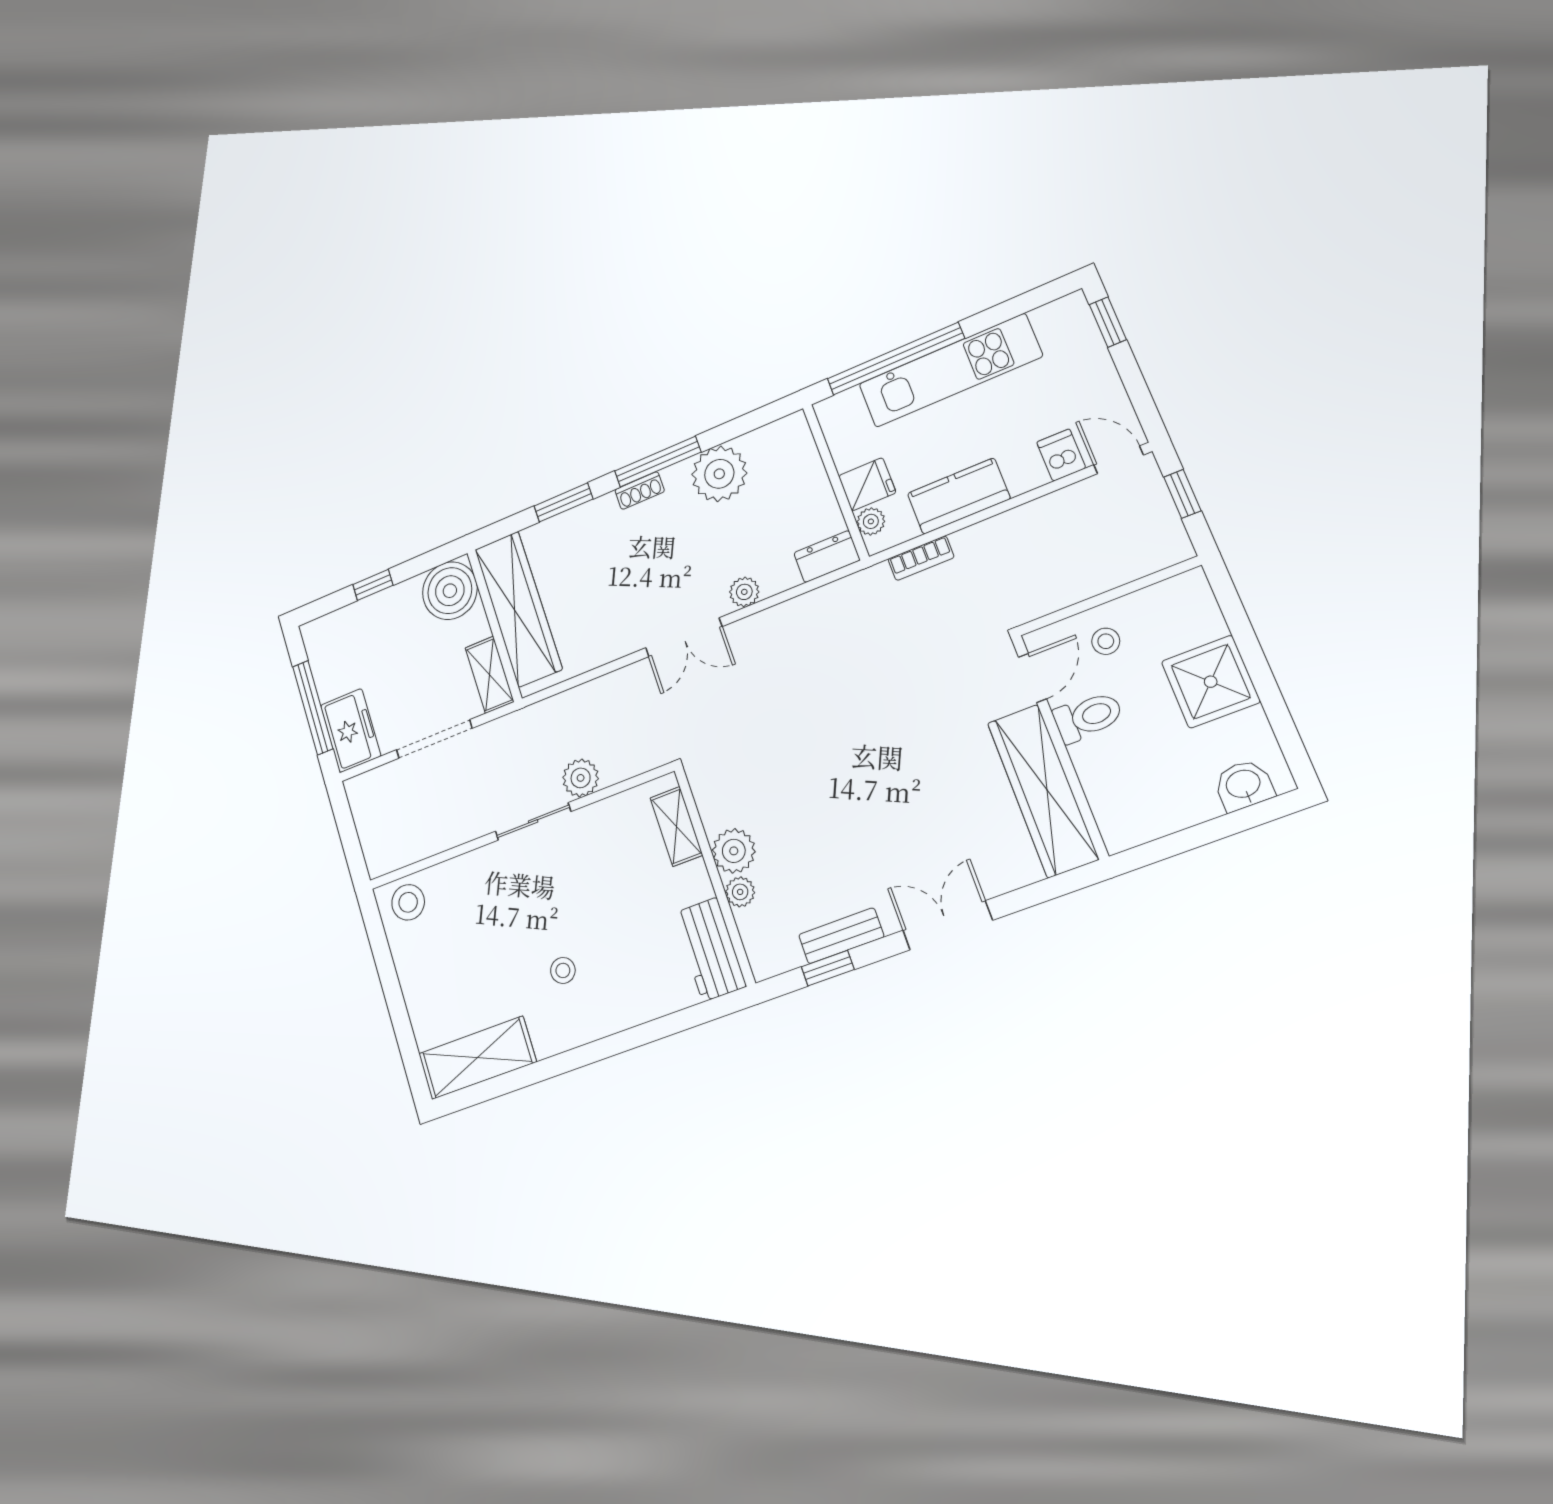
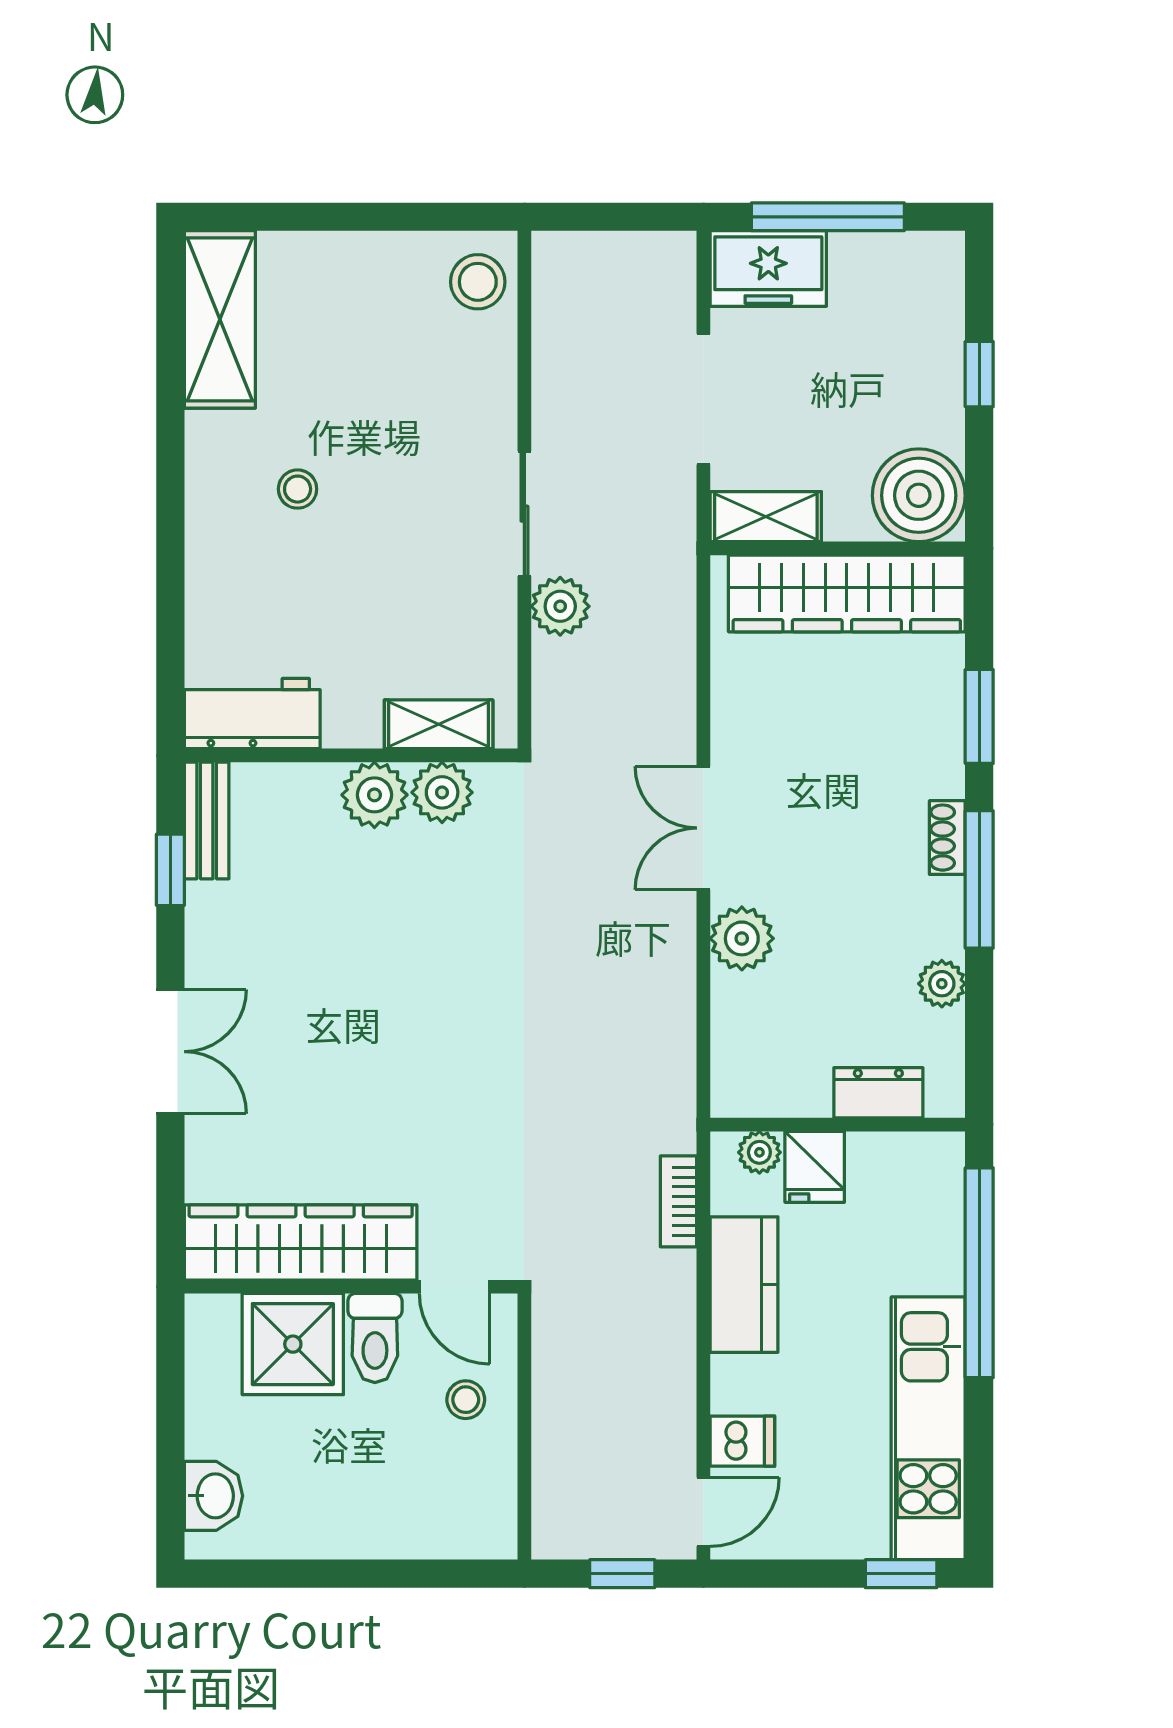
kitchen unit: (950, 370) -> (928, 1428), moved
plant: (719, 474) -> (942, 984), width x0.53, depth x0.53
dresser: (827, 557) -> (878, 1093), moved, turned -90
plant: (744, 592) -> (742, 938), width x1.38, depth x1.38
shower: (1211, 682) -> (293, 1344), moved
plant: (740, 892) -> (442, 792), moved, width x1.38, depth x1.38
bench: (841, 936) -> (207, 820), moved

